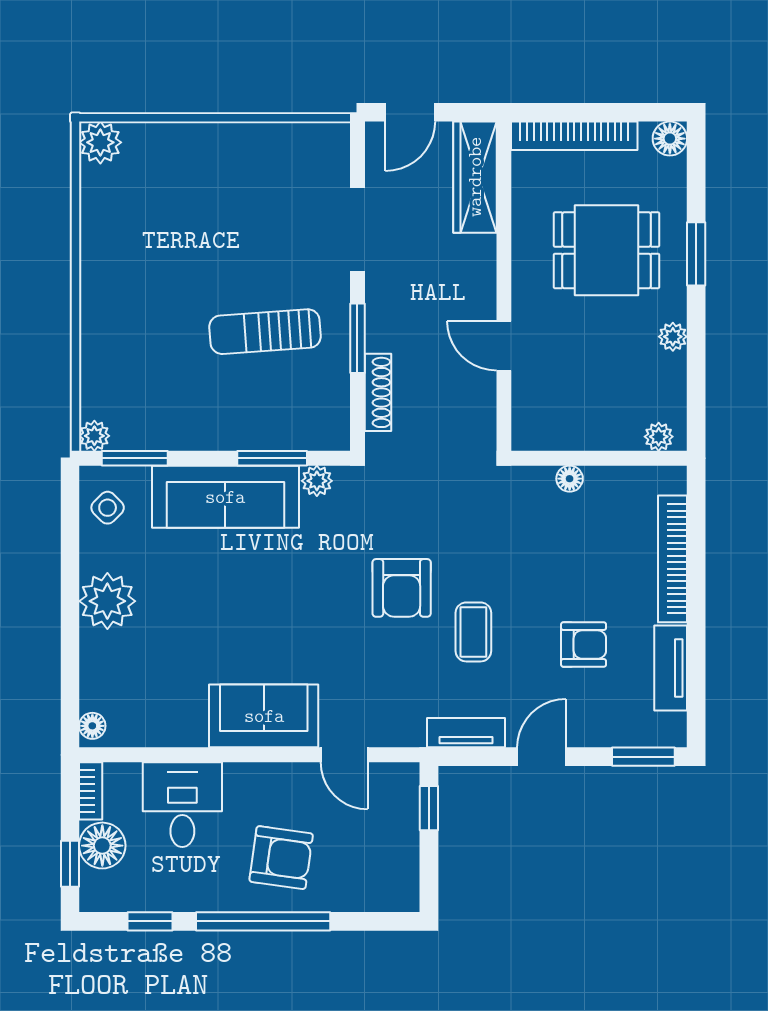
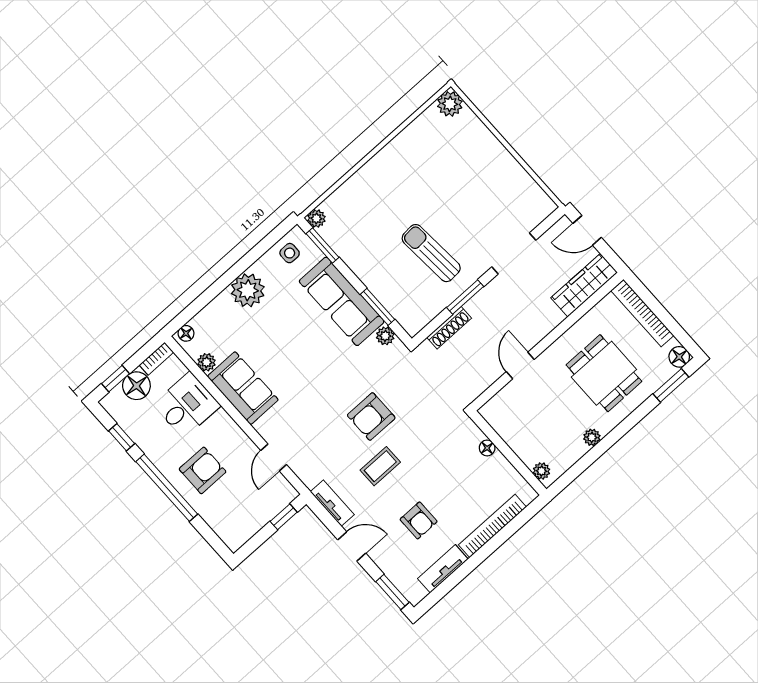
window: (696, 254) -> (671, 385), moved
side table: (108, 508) -> (290, 253), turned 45
sofa: (264, 716) -> (243, 388), moved
plant: (151, 732) -> (207, 362), added
armchair: (281, 858) -> (203, 470), turned -98

